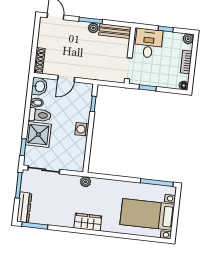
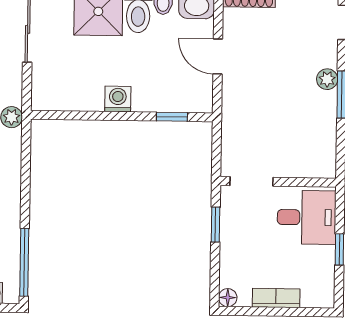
plant: (93, 28) -> (327, 79), moved
bench: (115, 31) -> (325, 146), removed
plant: (188, 39) -> (324, 297), removed

